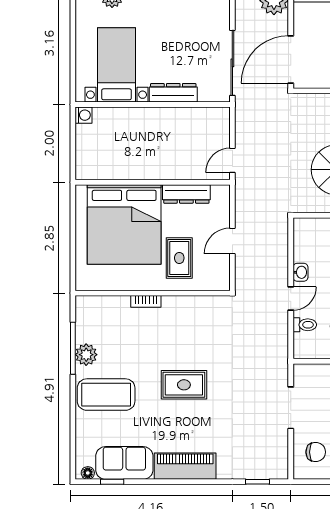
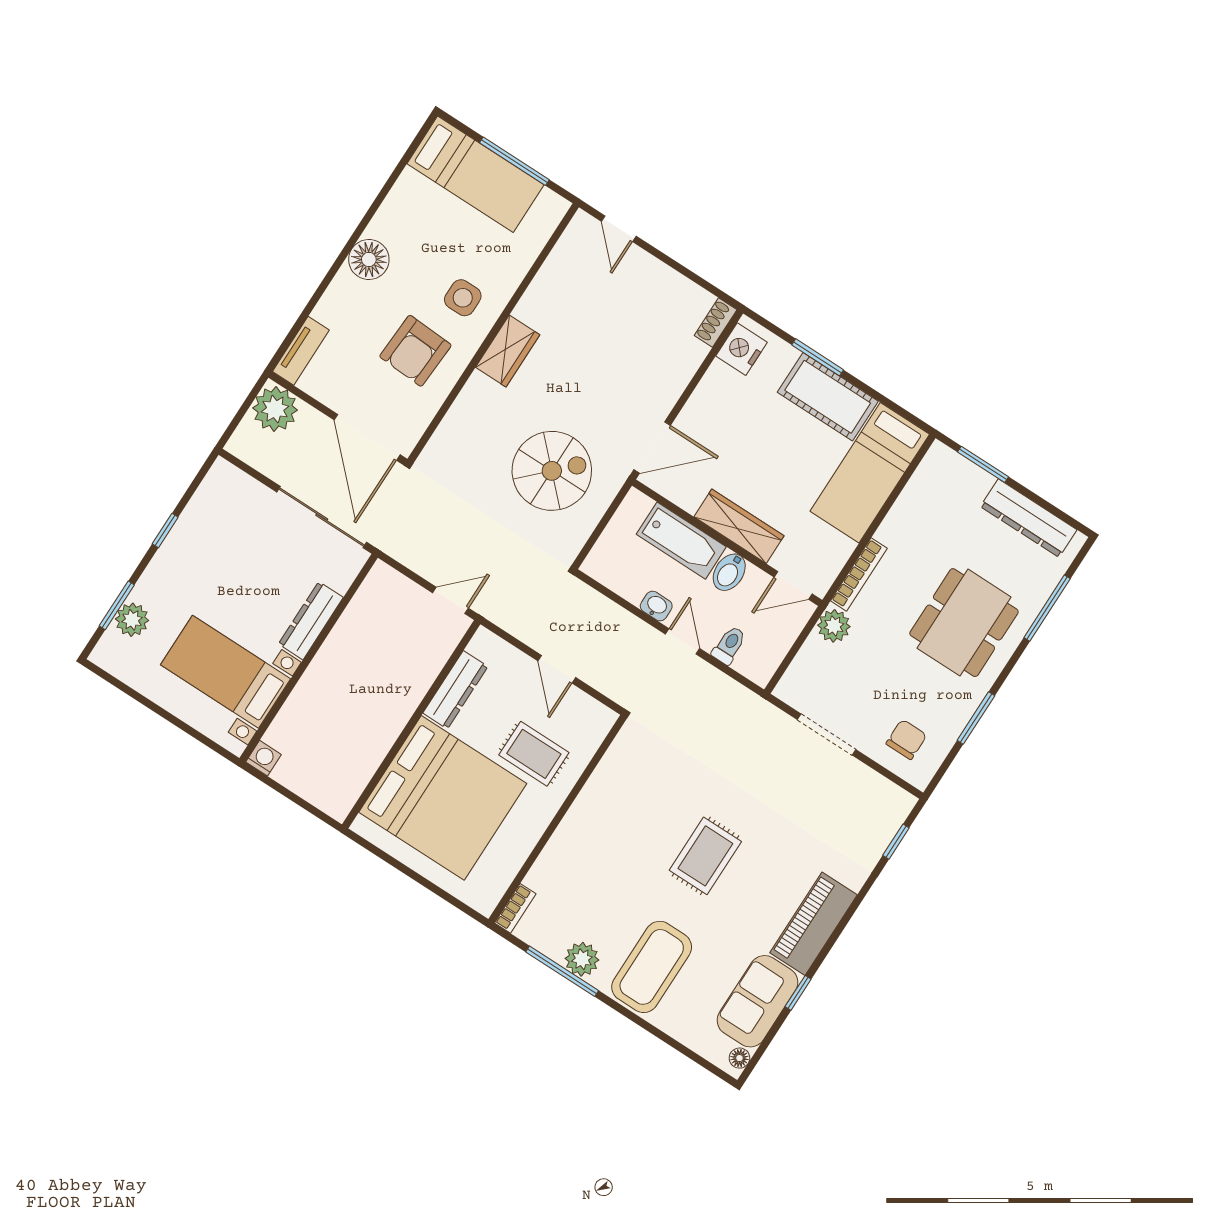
door: (232, 160) -> (450, 600), swing flipped
bookcase: (146, 301) -> (515, 908), moved
window: (112, 482) -> (798, 993), moved

